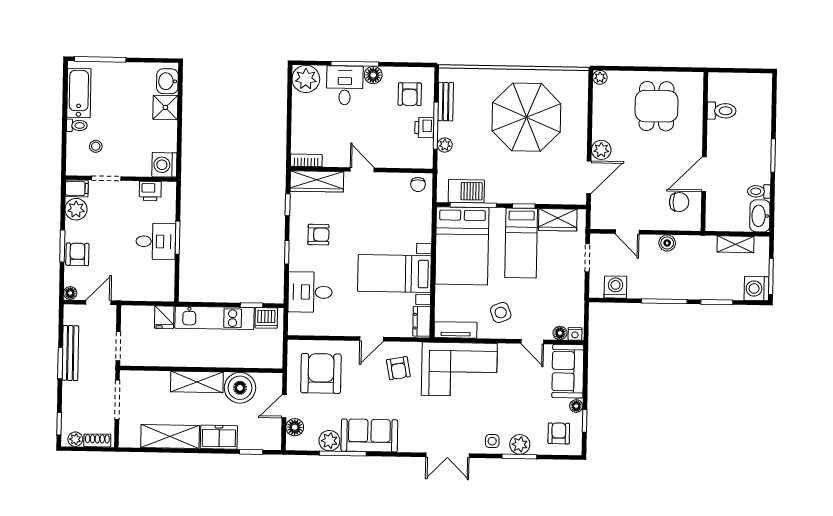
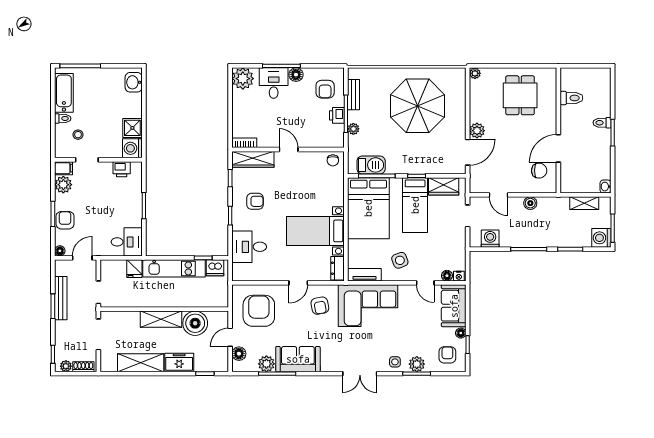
shower: (165, 107) -> (132, 128), moved
toilet: (759, 191) -> (602, 123), moved
washbasin: (760, 216) -> (606, 187), width x0.52, depth x0.69
desk: (156, 241) -> (127, 242), moved

